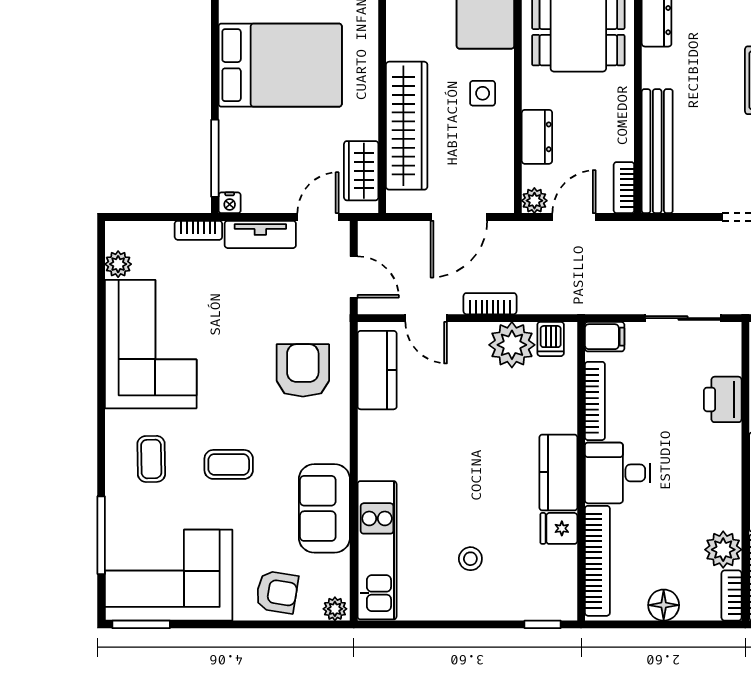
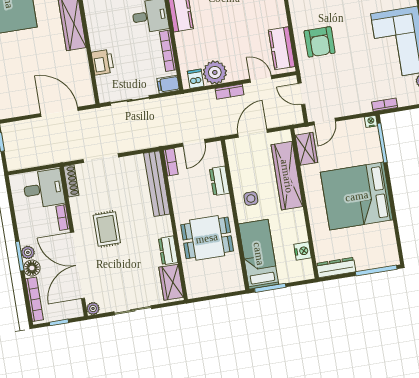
bed: (280, 65) -> (357, 196), width x1.36
plant: (534, 201) -> (215, 148), removed
tv unit: (260, 234) -> (353, 108), removed

